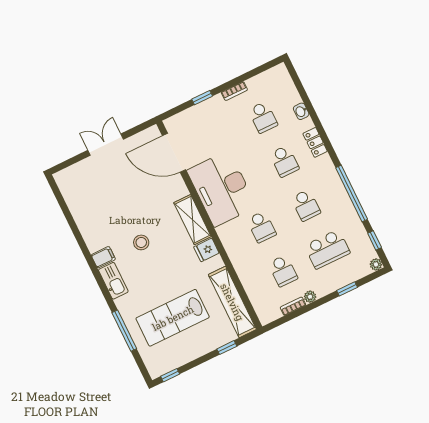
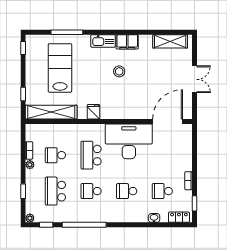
window: (202, 98) -> (195, 203), moved
locker: (315, 142) -> (179, 217), moved
shelving: (192, 220) -> (170, 41), moved
school desk: (262, 227) -> (91, 155), width x1.85
filing cabinet: (103, 257) -> (127, 42), width x2.00

